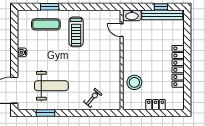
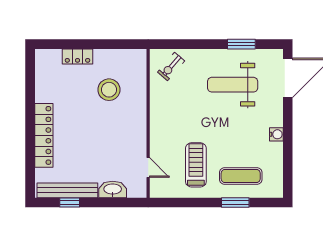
door: (122, 30) -> (148, 167), moved
wall: (122, 60) -> (148, 123), moved
locker: (178, 66) -> (44, 135), moved

